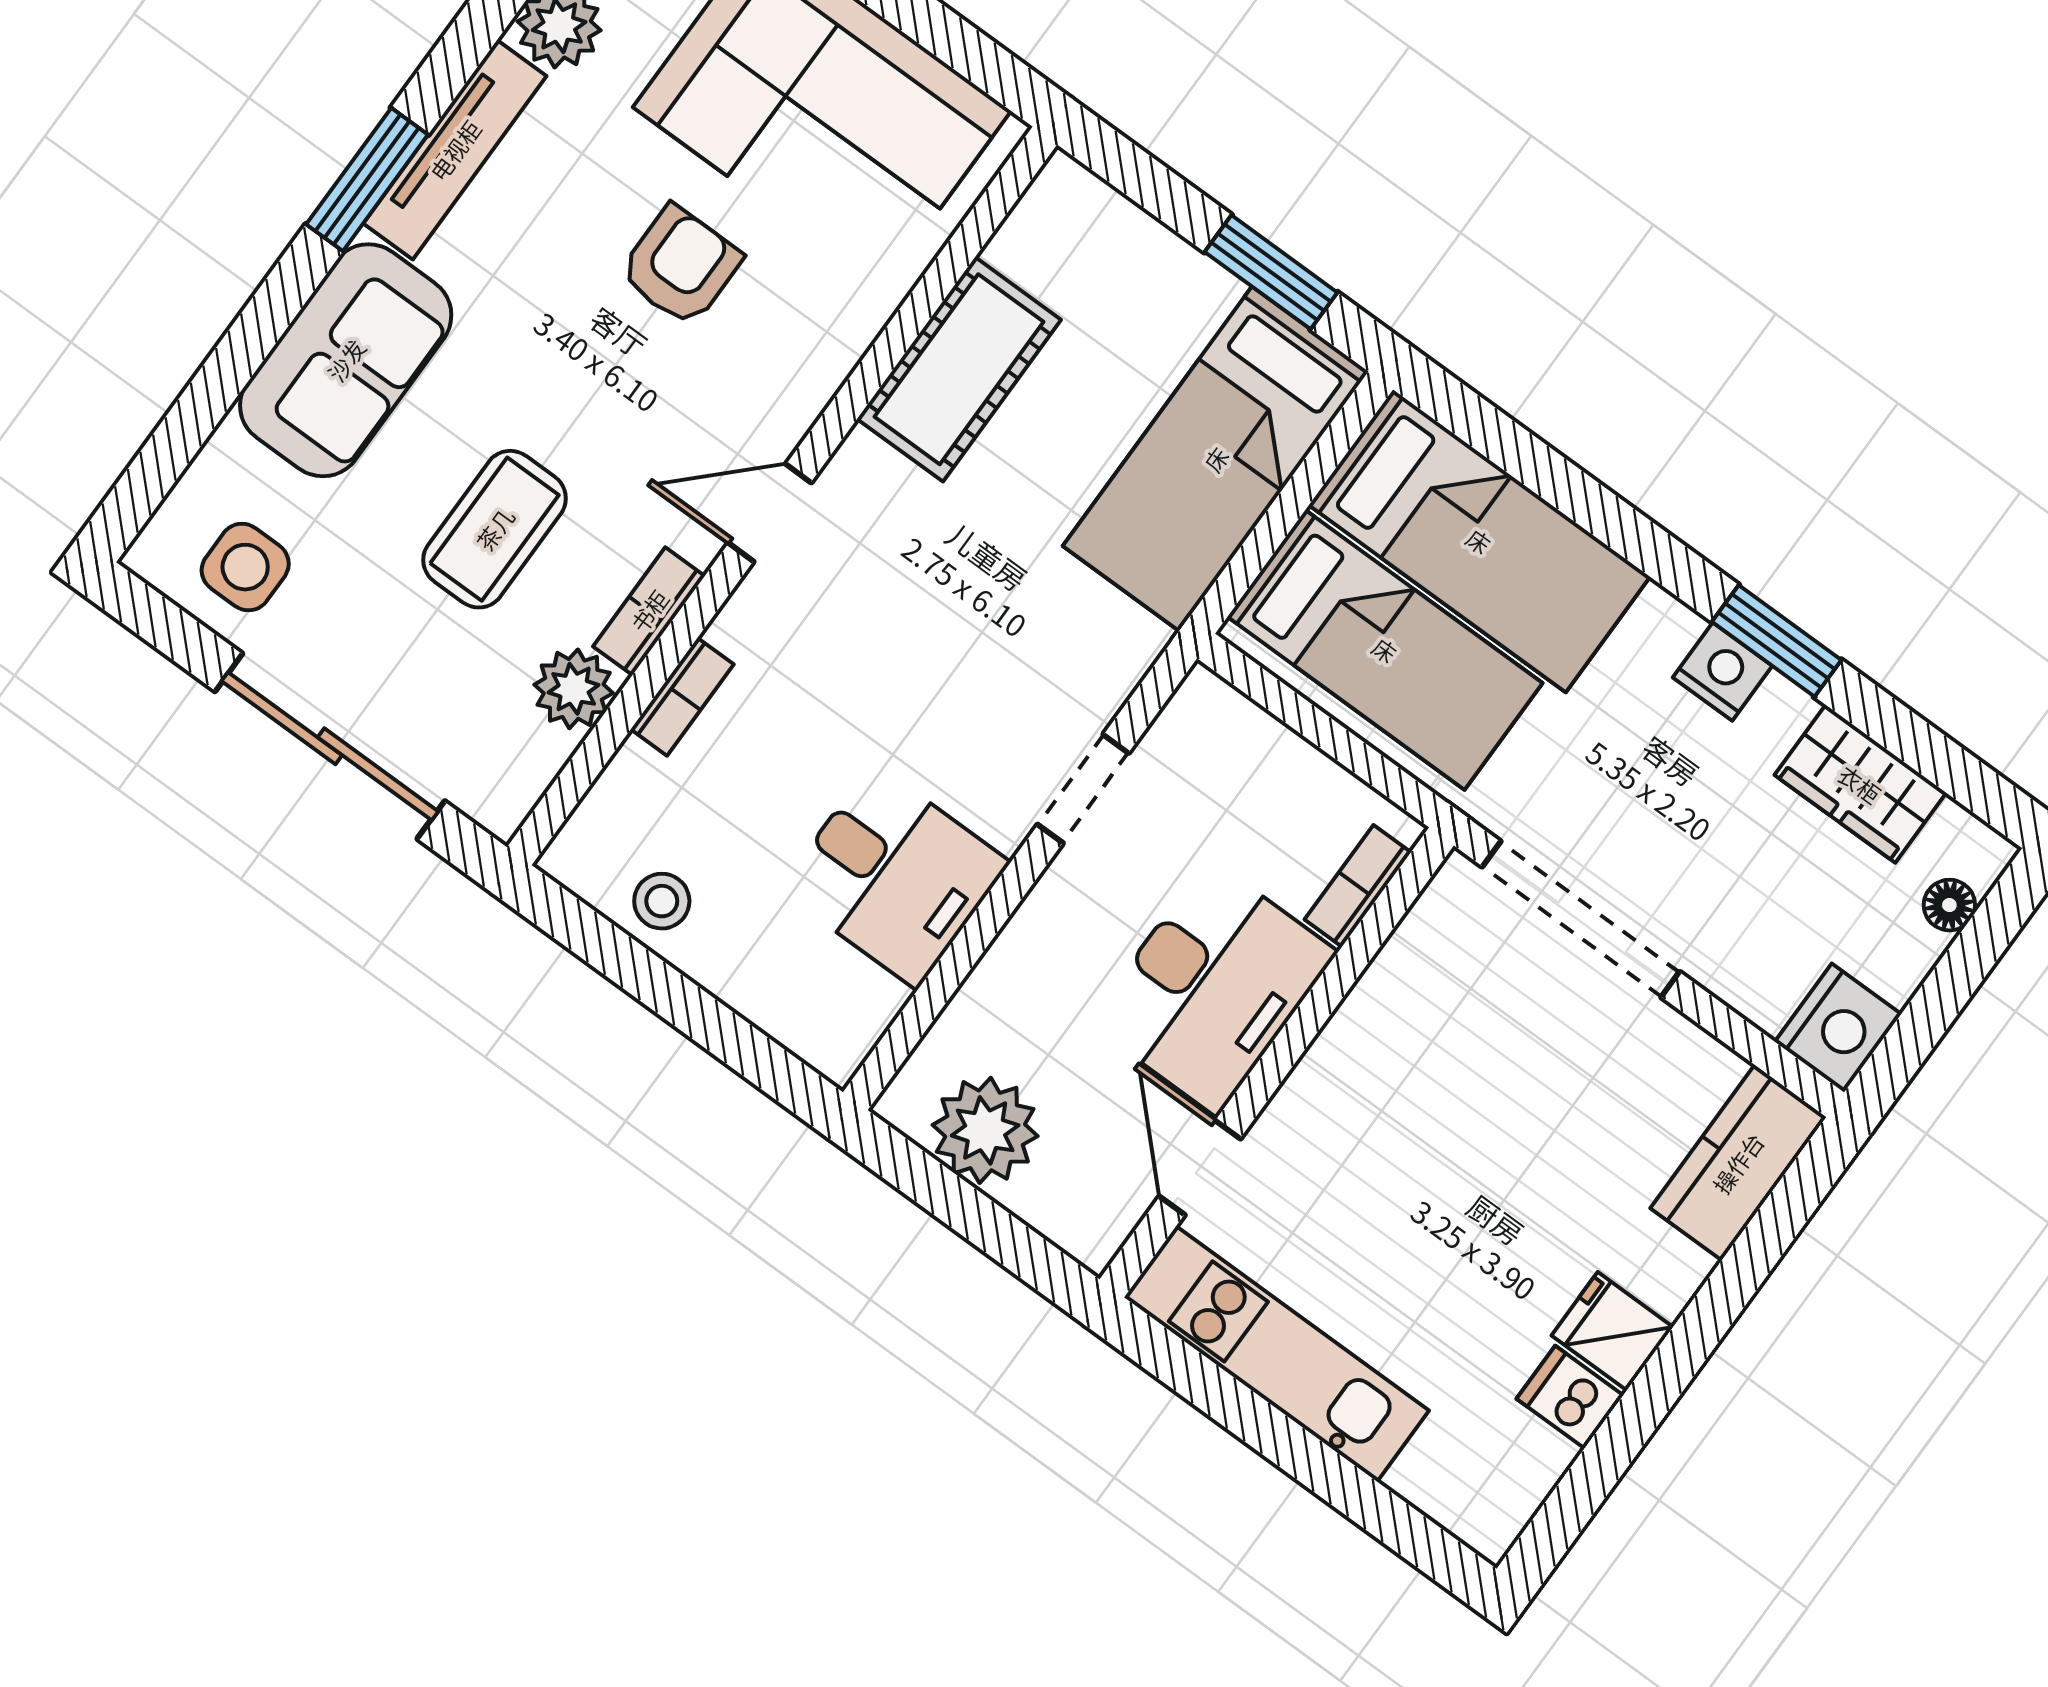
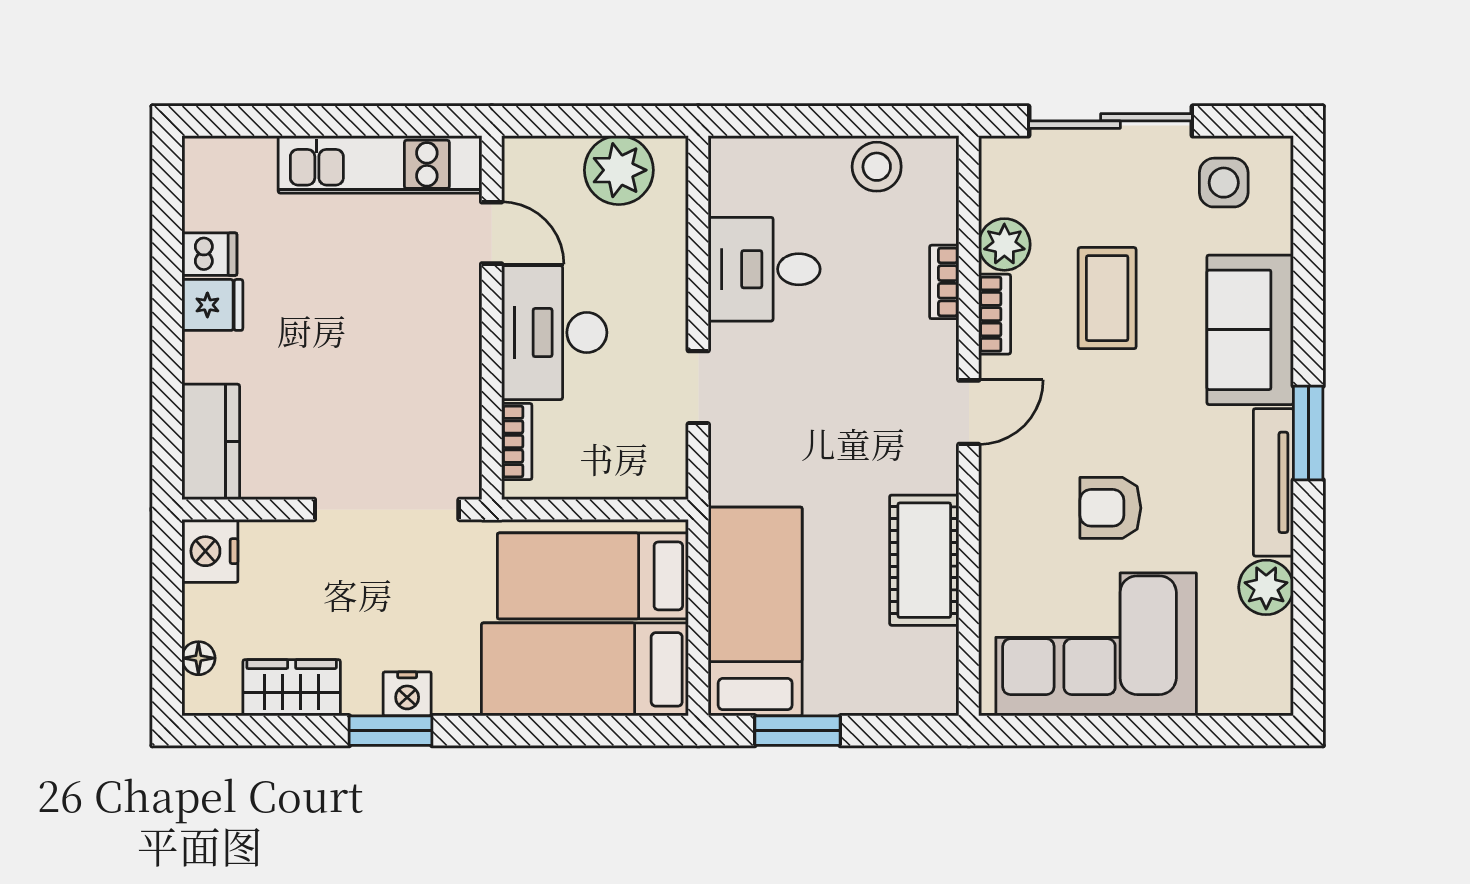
armchair: (680, 266) -> (1110, 508), turned 90
stool: (662, 901) -> (877, 167), width x1.37, depth x1.37

